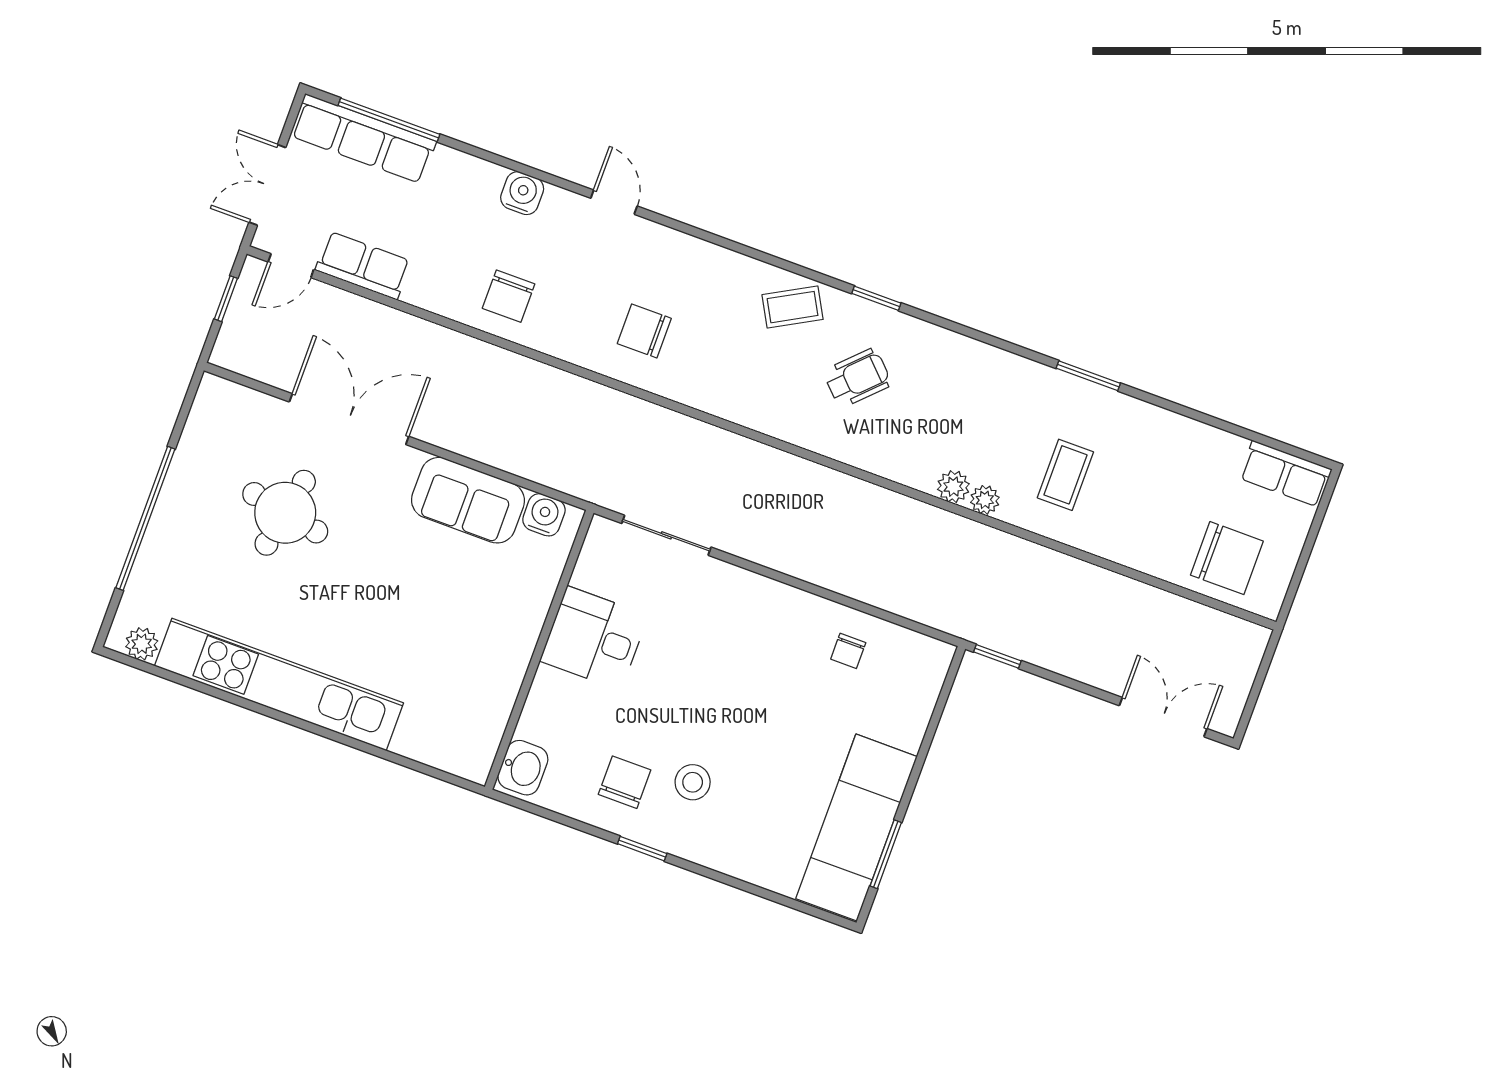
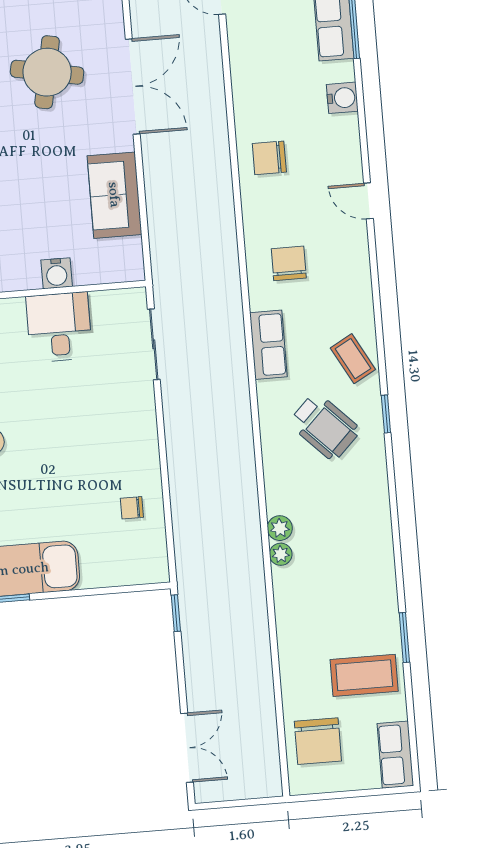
water cooler: (522, 193) -> (342, 98), moved
door: (614, 202) -> (368, 201), swing flipped
row of seats: (363, 266) -> (268, 345), moved
window: (1088, 376) -> (404, 637), moved
wheelchair: (857, 378) -> (325, 427), width x1.36, depth x1.37
coffee table: (1065, 475) -> (364, 675), moved, width x1.36, depth x1.30
water cooler: (544, 515) -> (57, 273), moved, turned 90

